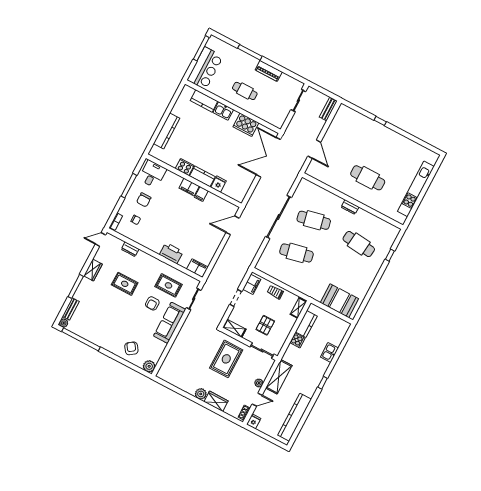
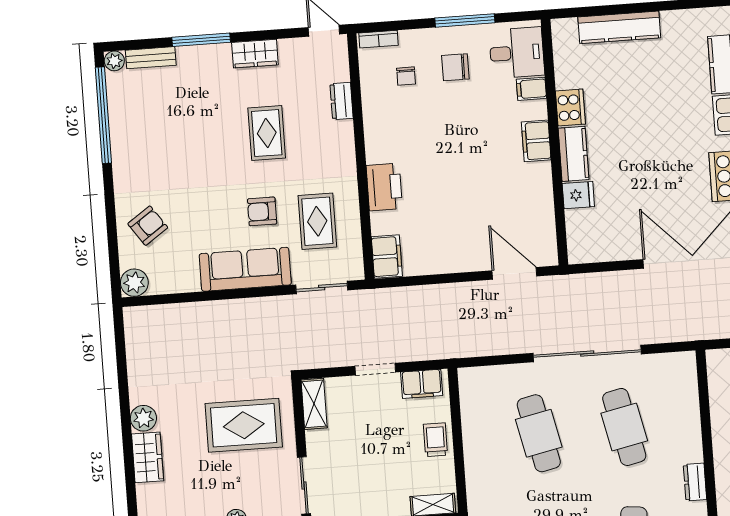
filing cabinet: (201, 194) -> (531, 89), moved
pallet: (265, 325) -> (358, 461), removed

